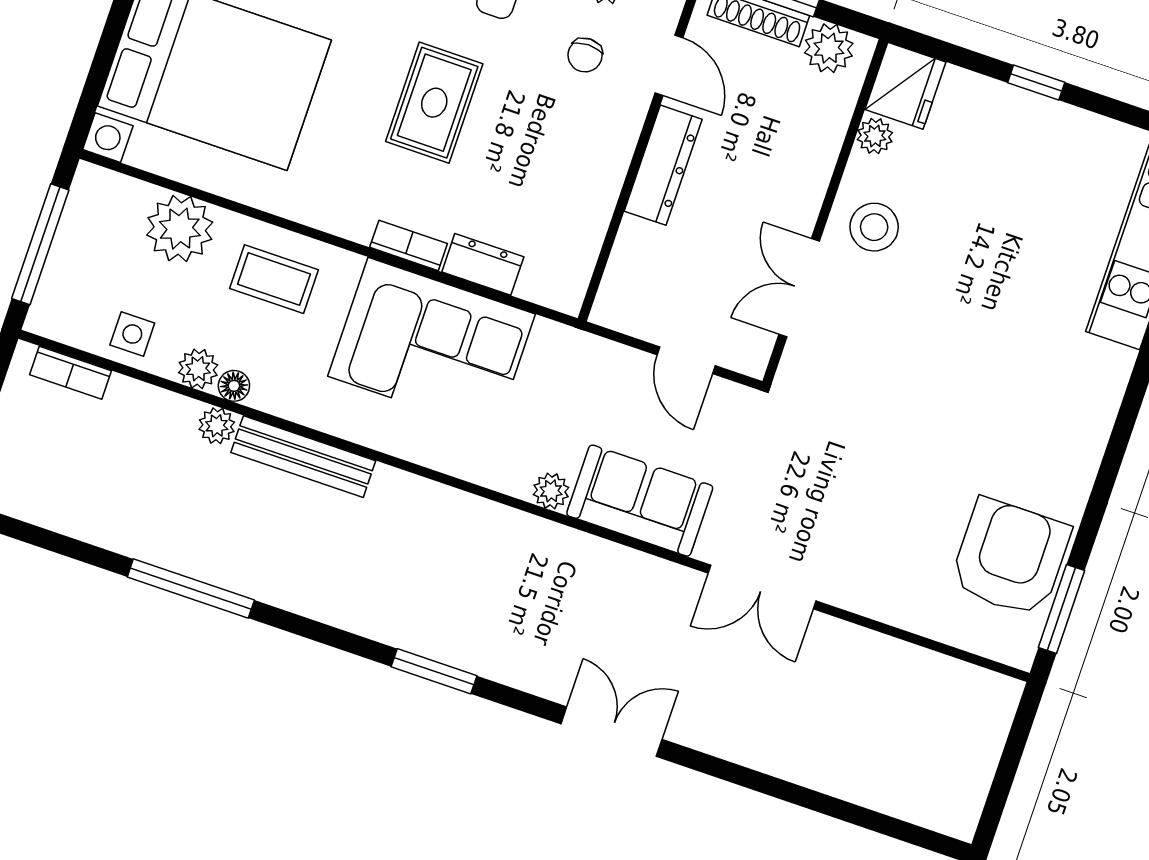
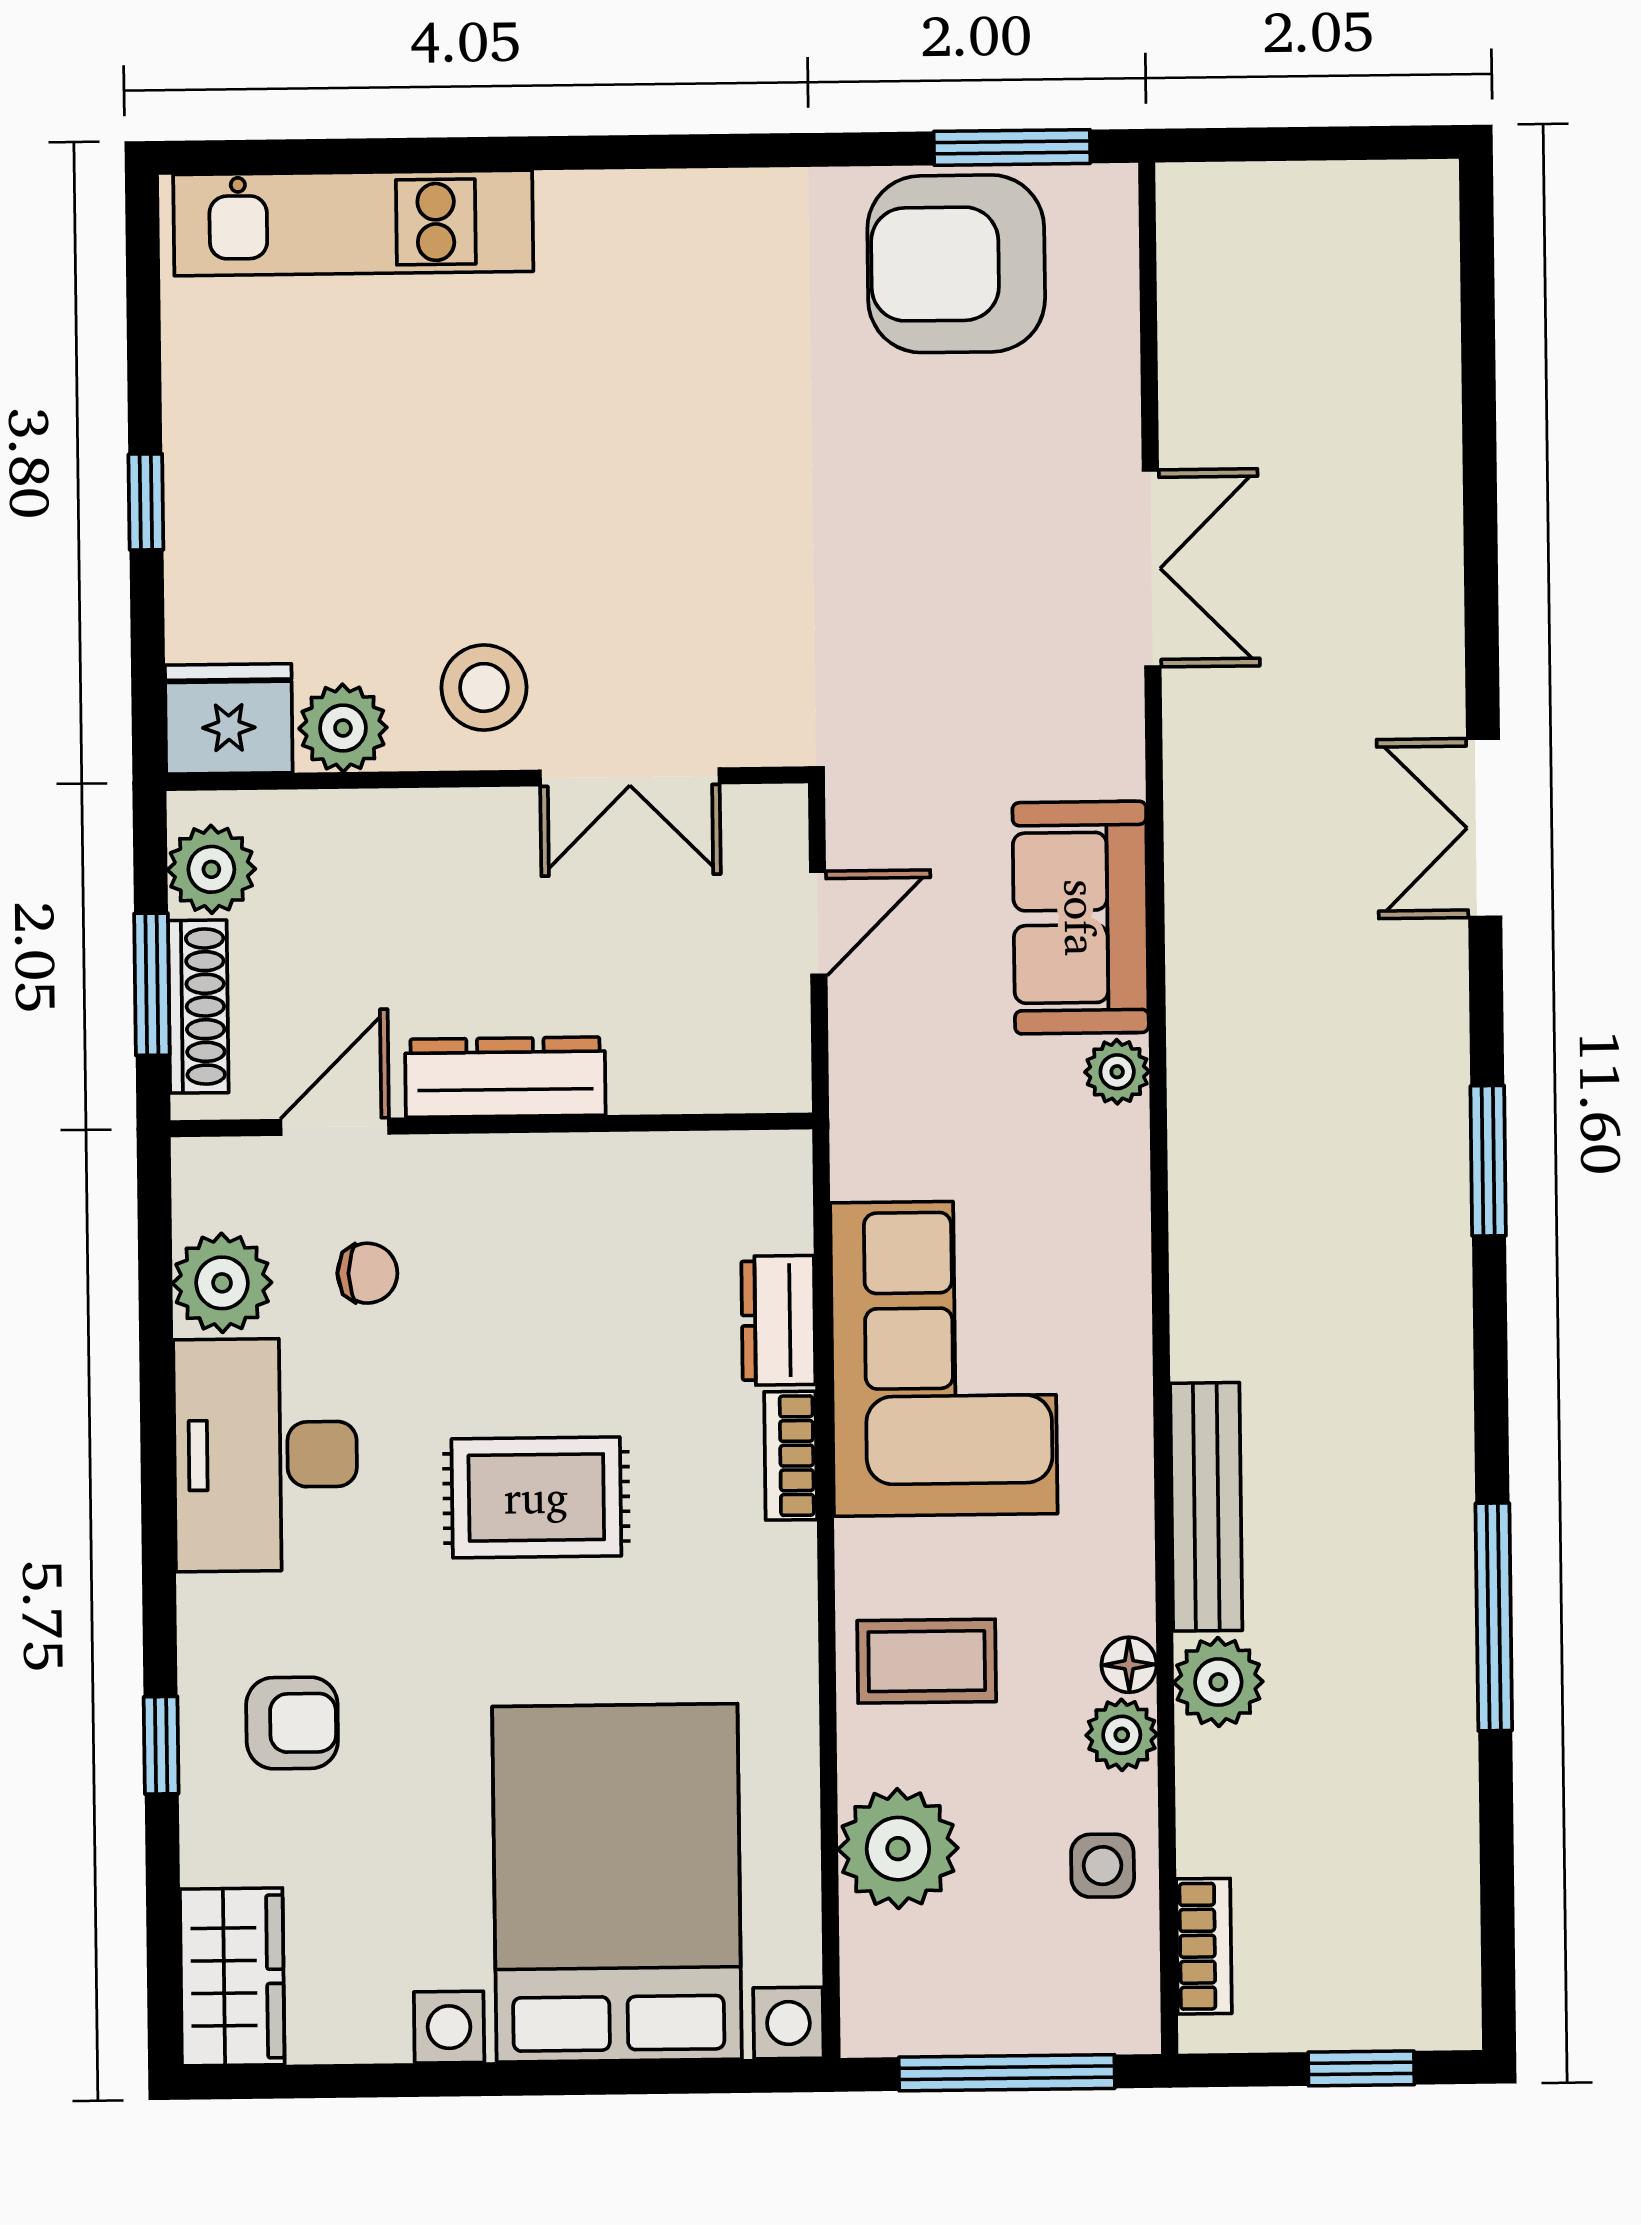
plant: (875, 136) -> (343, 728), width x1.38, depth x1.38
coffee table: (274, 279) -> (927, 1661), turned 90
plant: (217, 426) -> (1218, 1682), width x1.38, depth x1.38
double door: (762, 587) -> (1152, 569), moved

